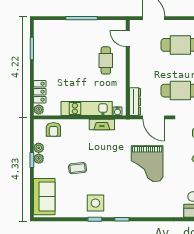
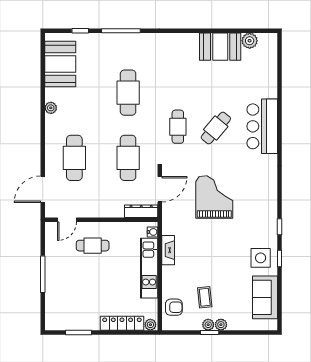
locker: (40, 92) -> (122, 323), width x1.53
plant: (39, 148) -> (221, 325), moved
grand piano: (147, 164) -> (214, 197), turned -90
coffee table: (78, 168) -> (205, 297), moved
sofa: (44, 197) -> (265, 297), moved, turned -90

